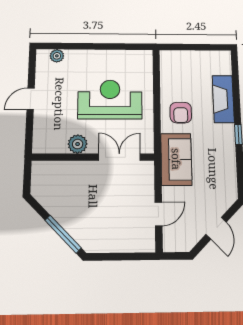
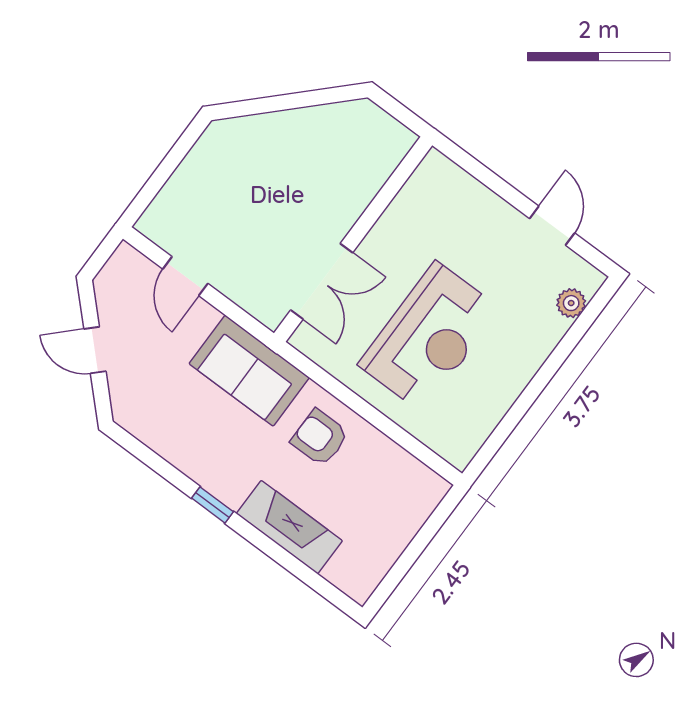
door: (31, 99) -> (552, 226), moved
plant: (78, 144) -> (393, 229), removed
window: (63, 234) -> (267, 105), removed

